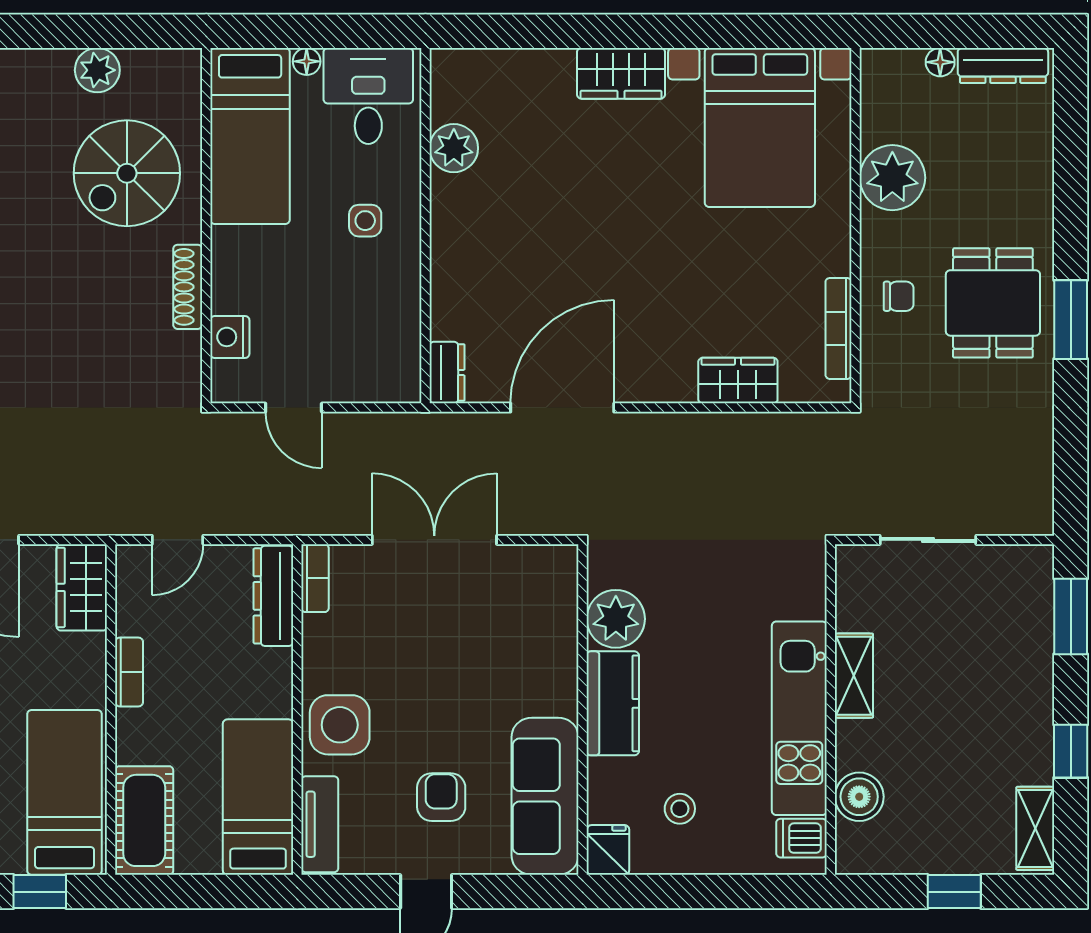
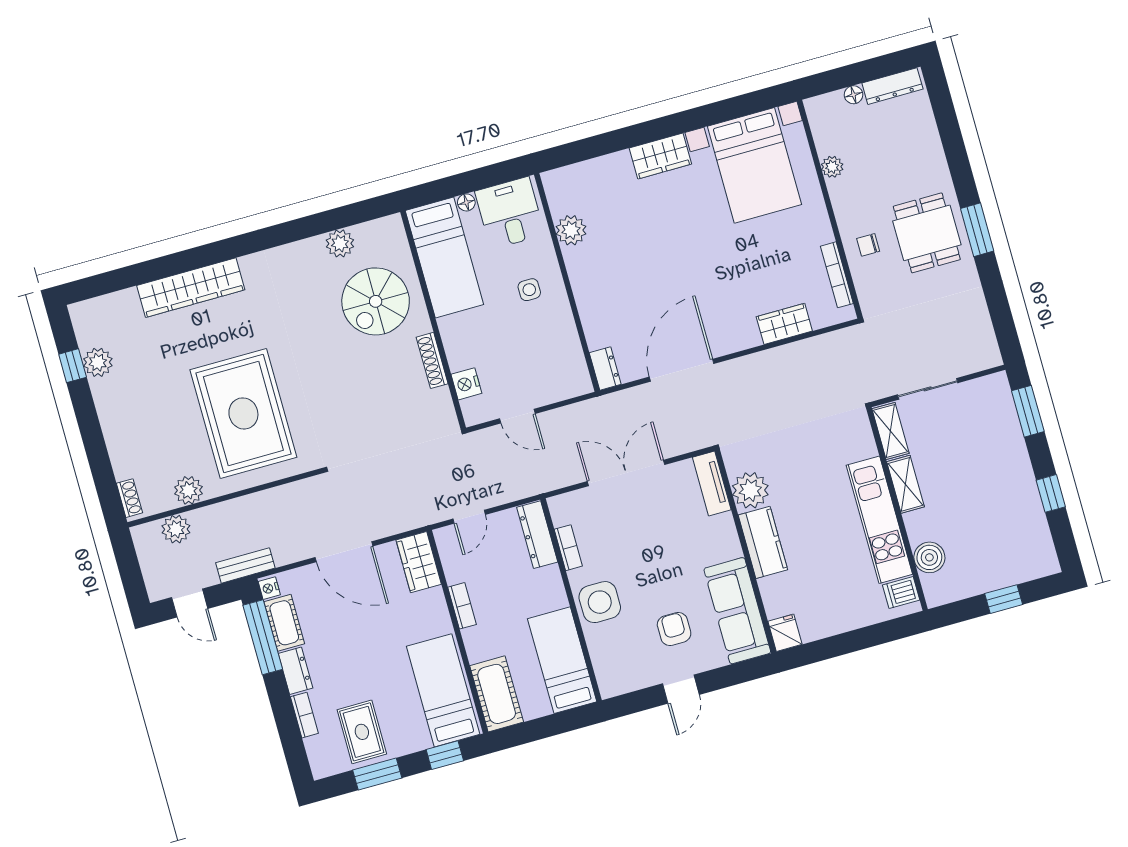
plant: (892, 178) -> (832, 167), width x0.53, depth x0.53
chair: (899, 296) -> (868, 245), turned 180
bookcase: (315, 578) -> (568, 548), moved
stool: (680, 809) -> (822, 595), removed
tv unit: (320, 824) -> (712, 484), moved, turned 180
shelving: (1035, 828) -> (890, 431), moved

